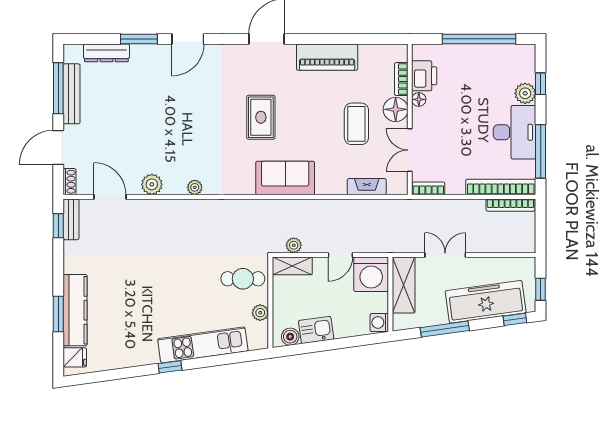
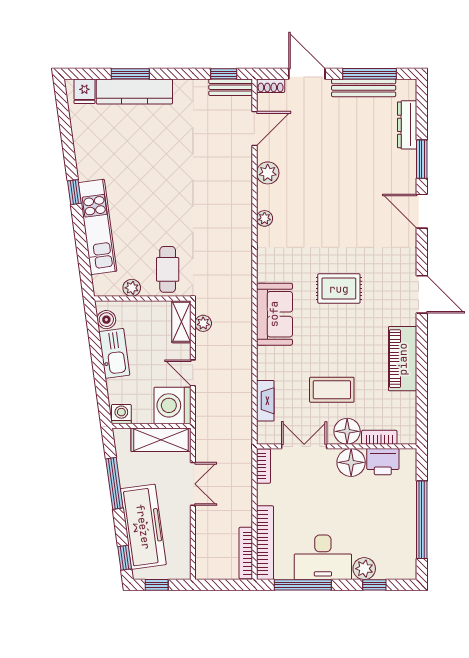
floor lamp: (419, 99) -> (351, 462), width x1.89, depth x1.89
kitchen sink: (316, 330) -> (114, 353), width x1.38

